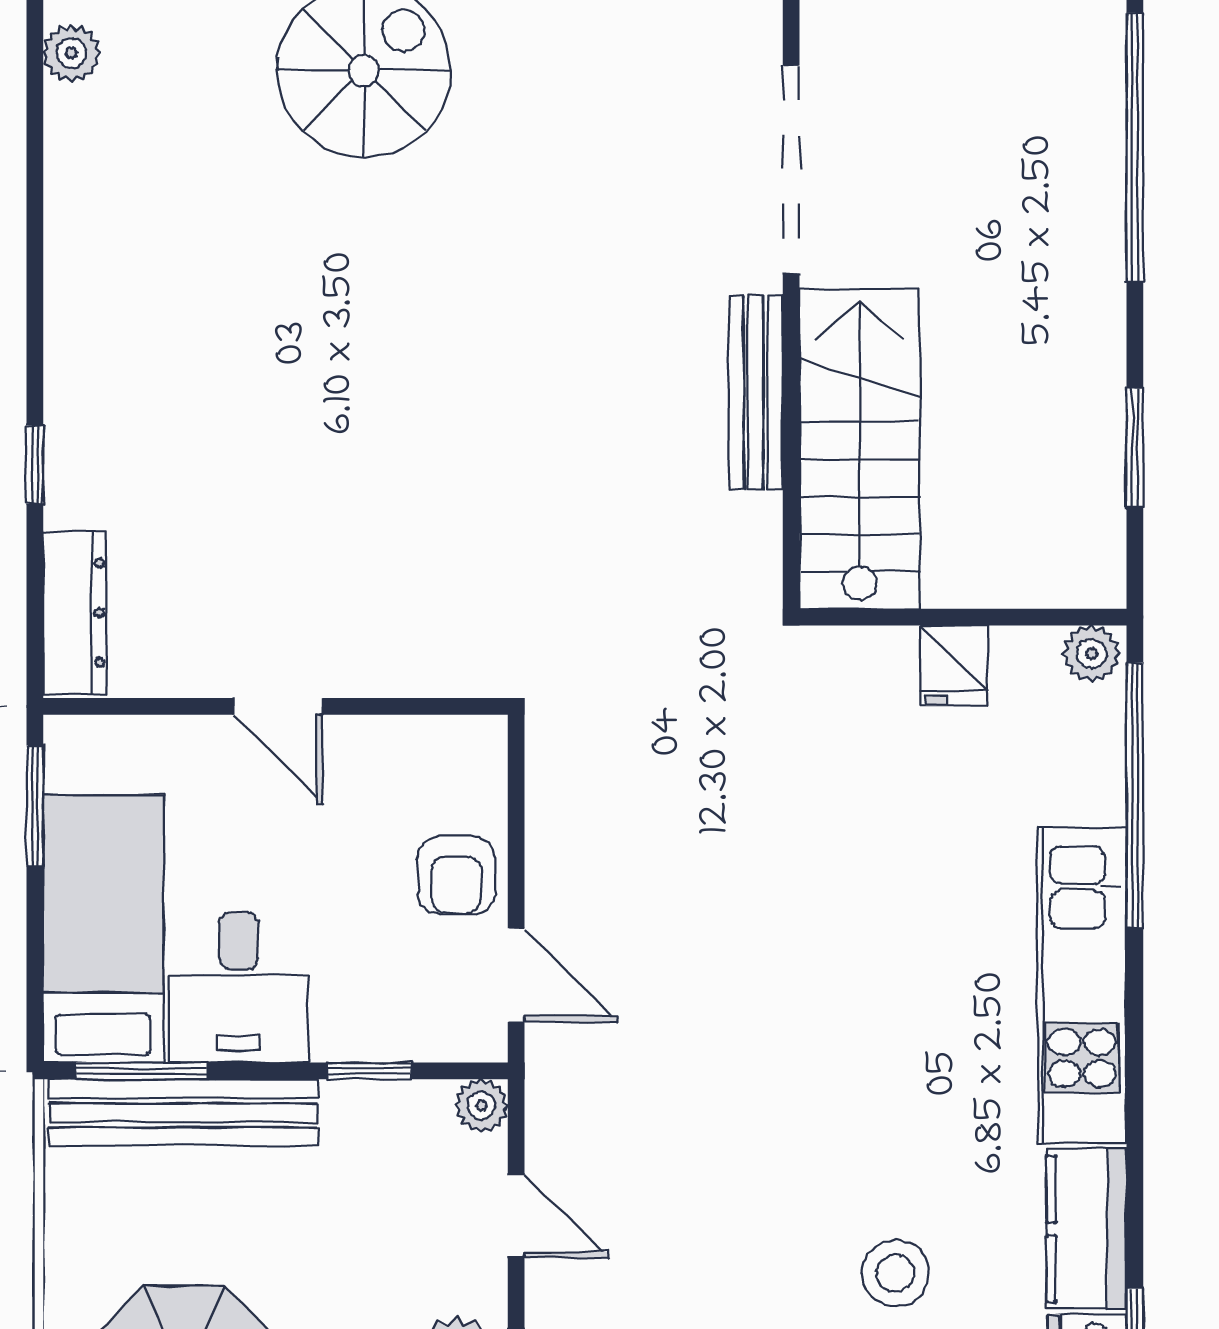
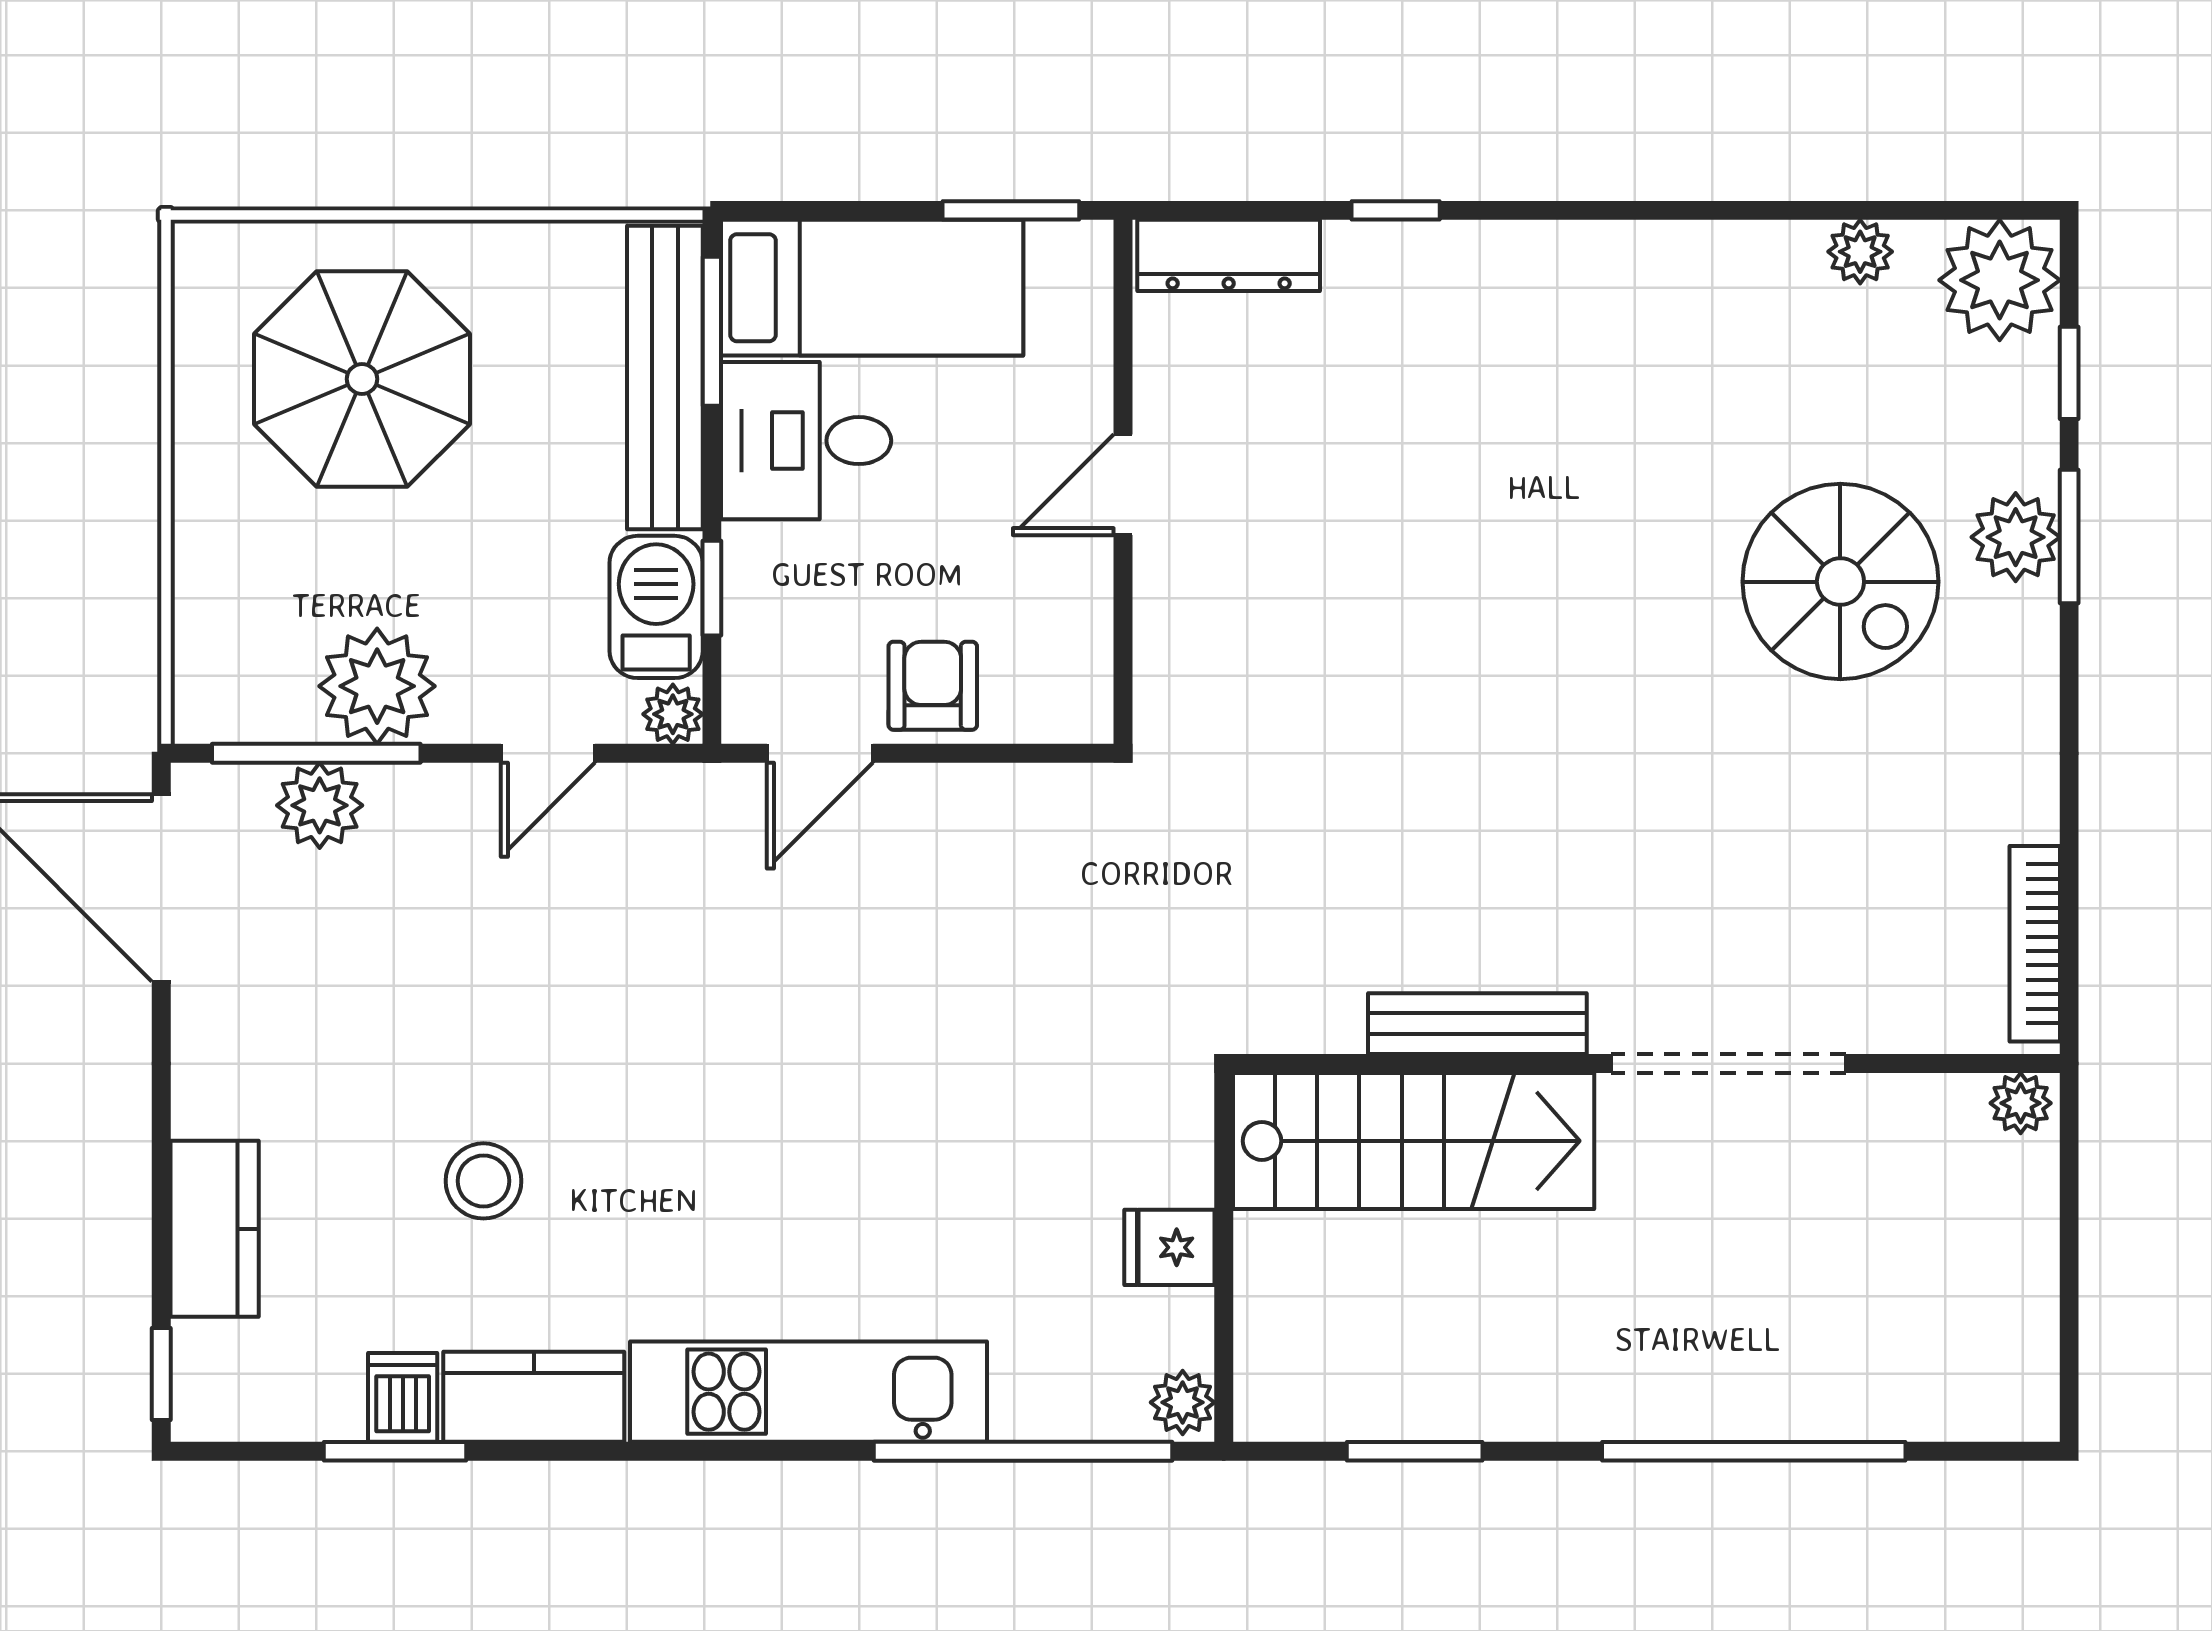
armchair: (456, 875) -> (933, 686), turned 90
barbecue: (386, 1120) -> (656, 607), added

